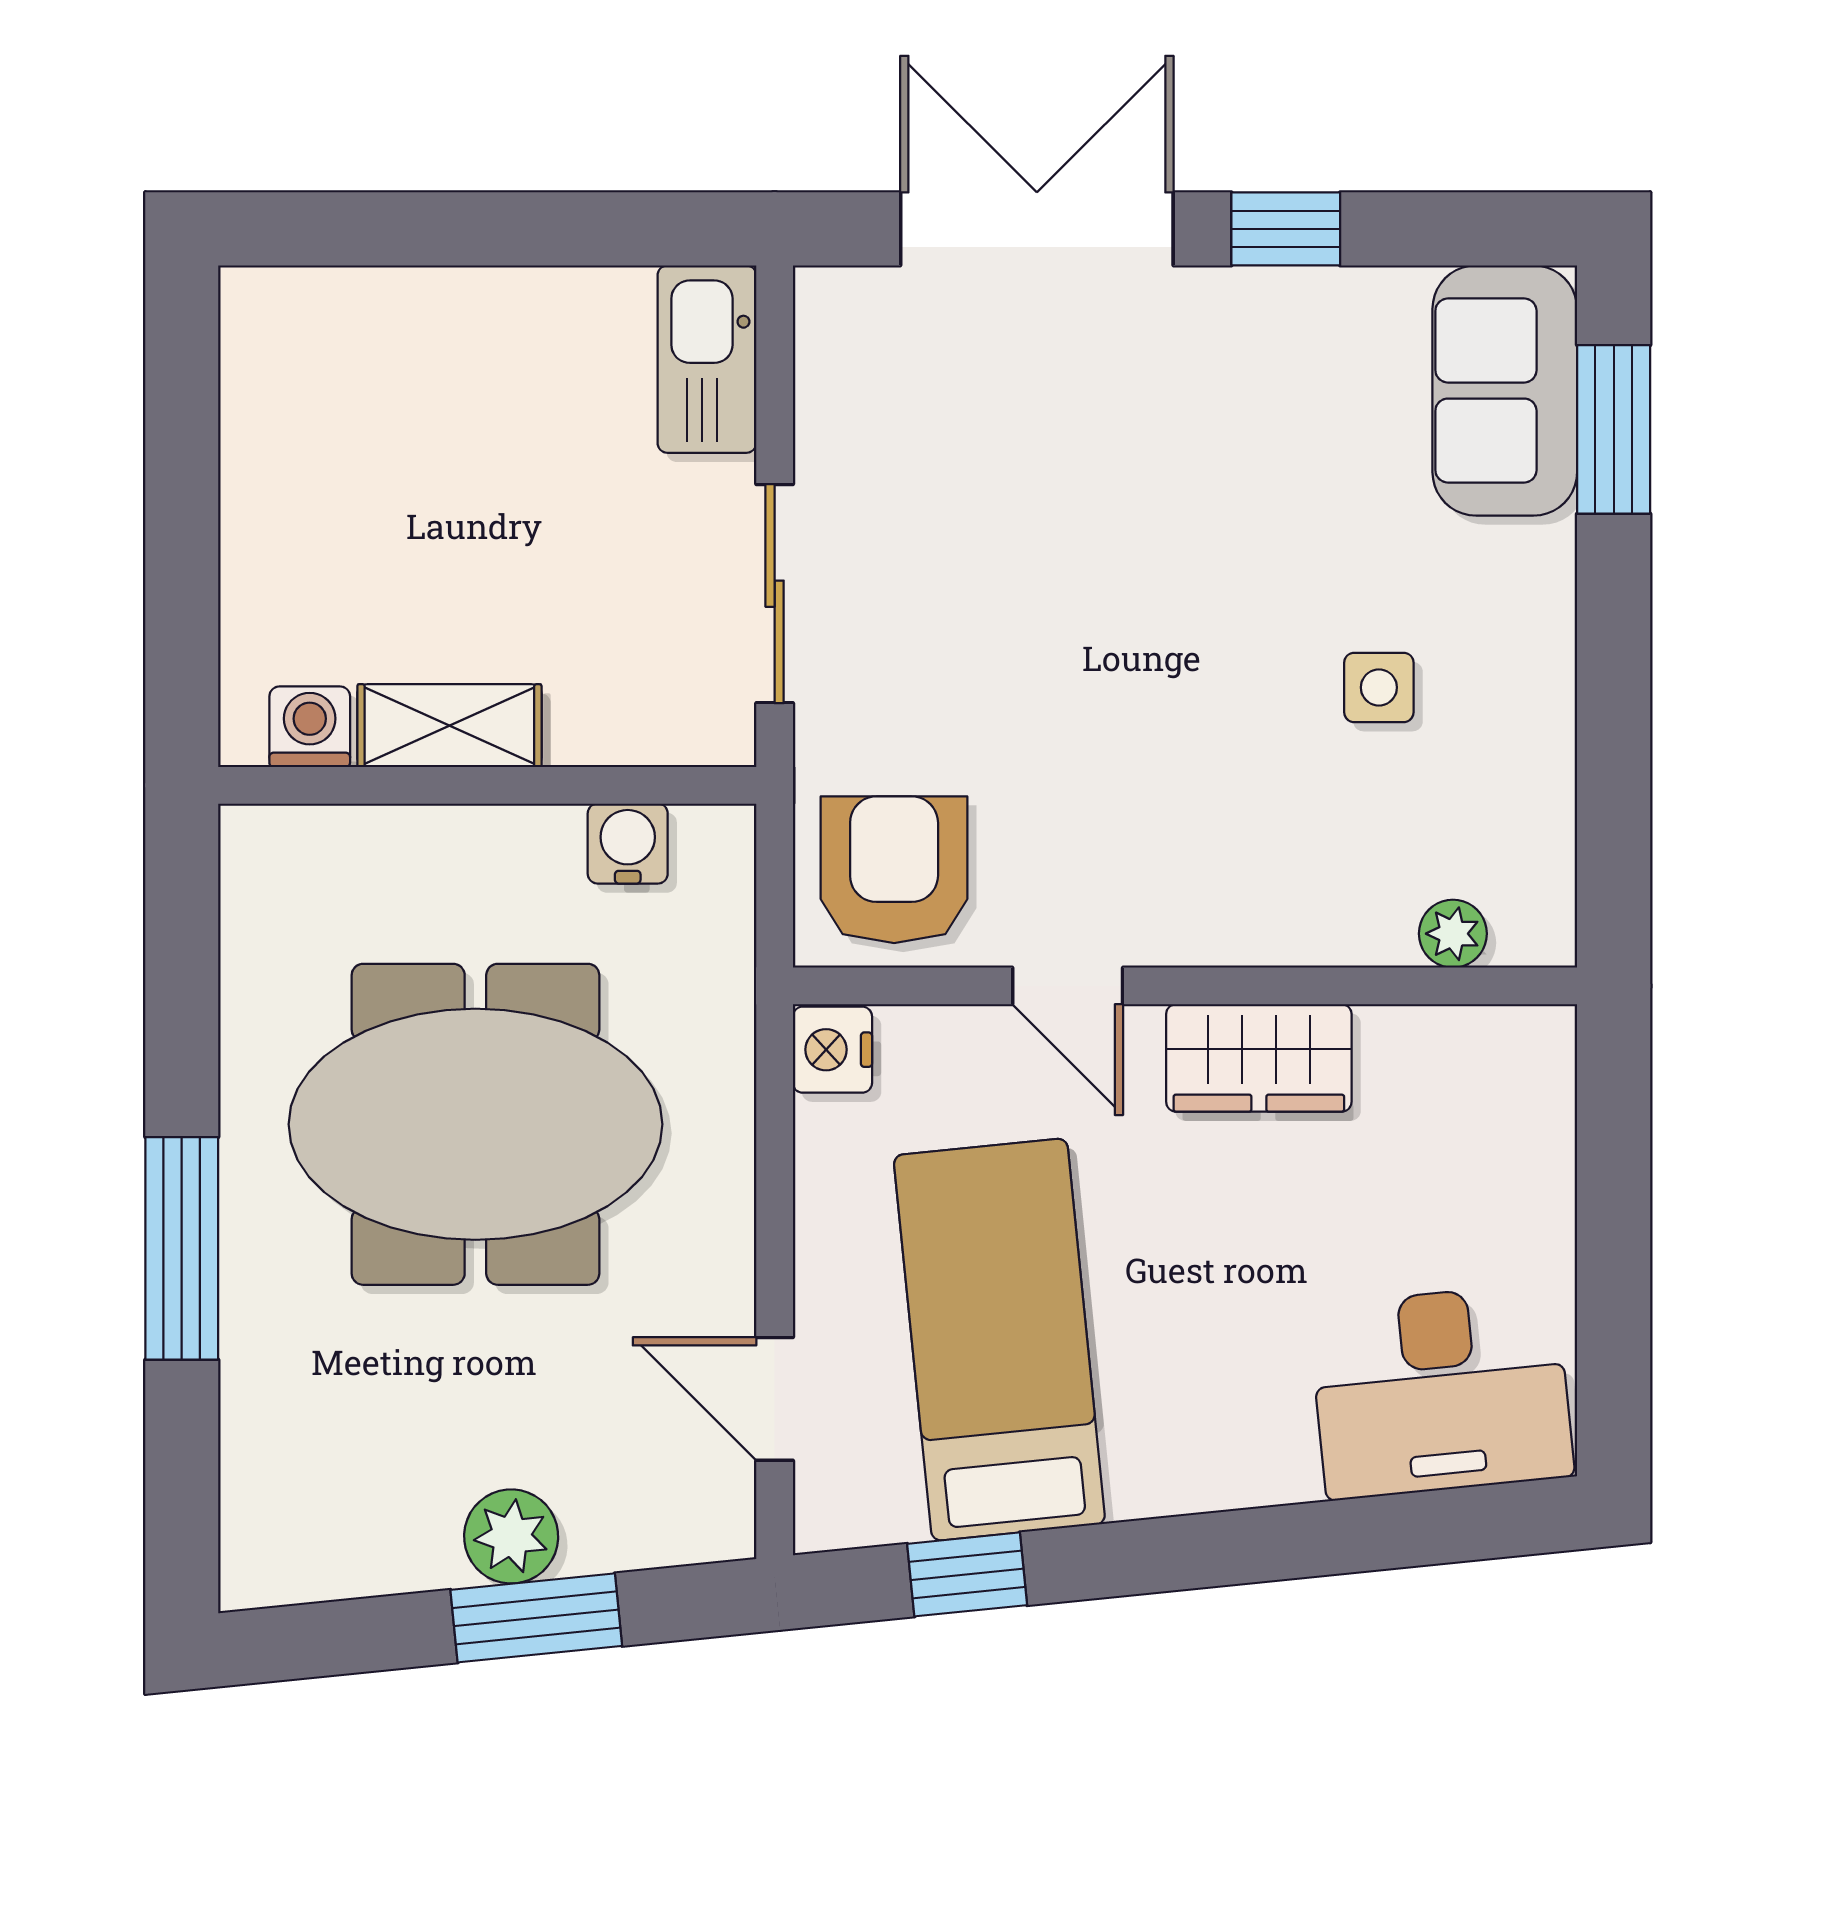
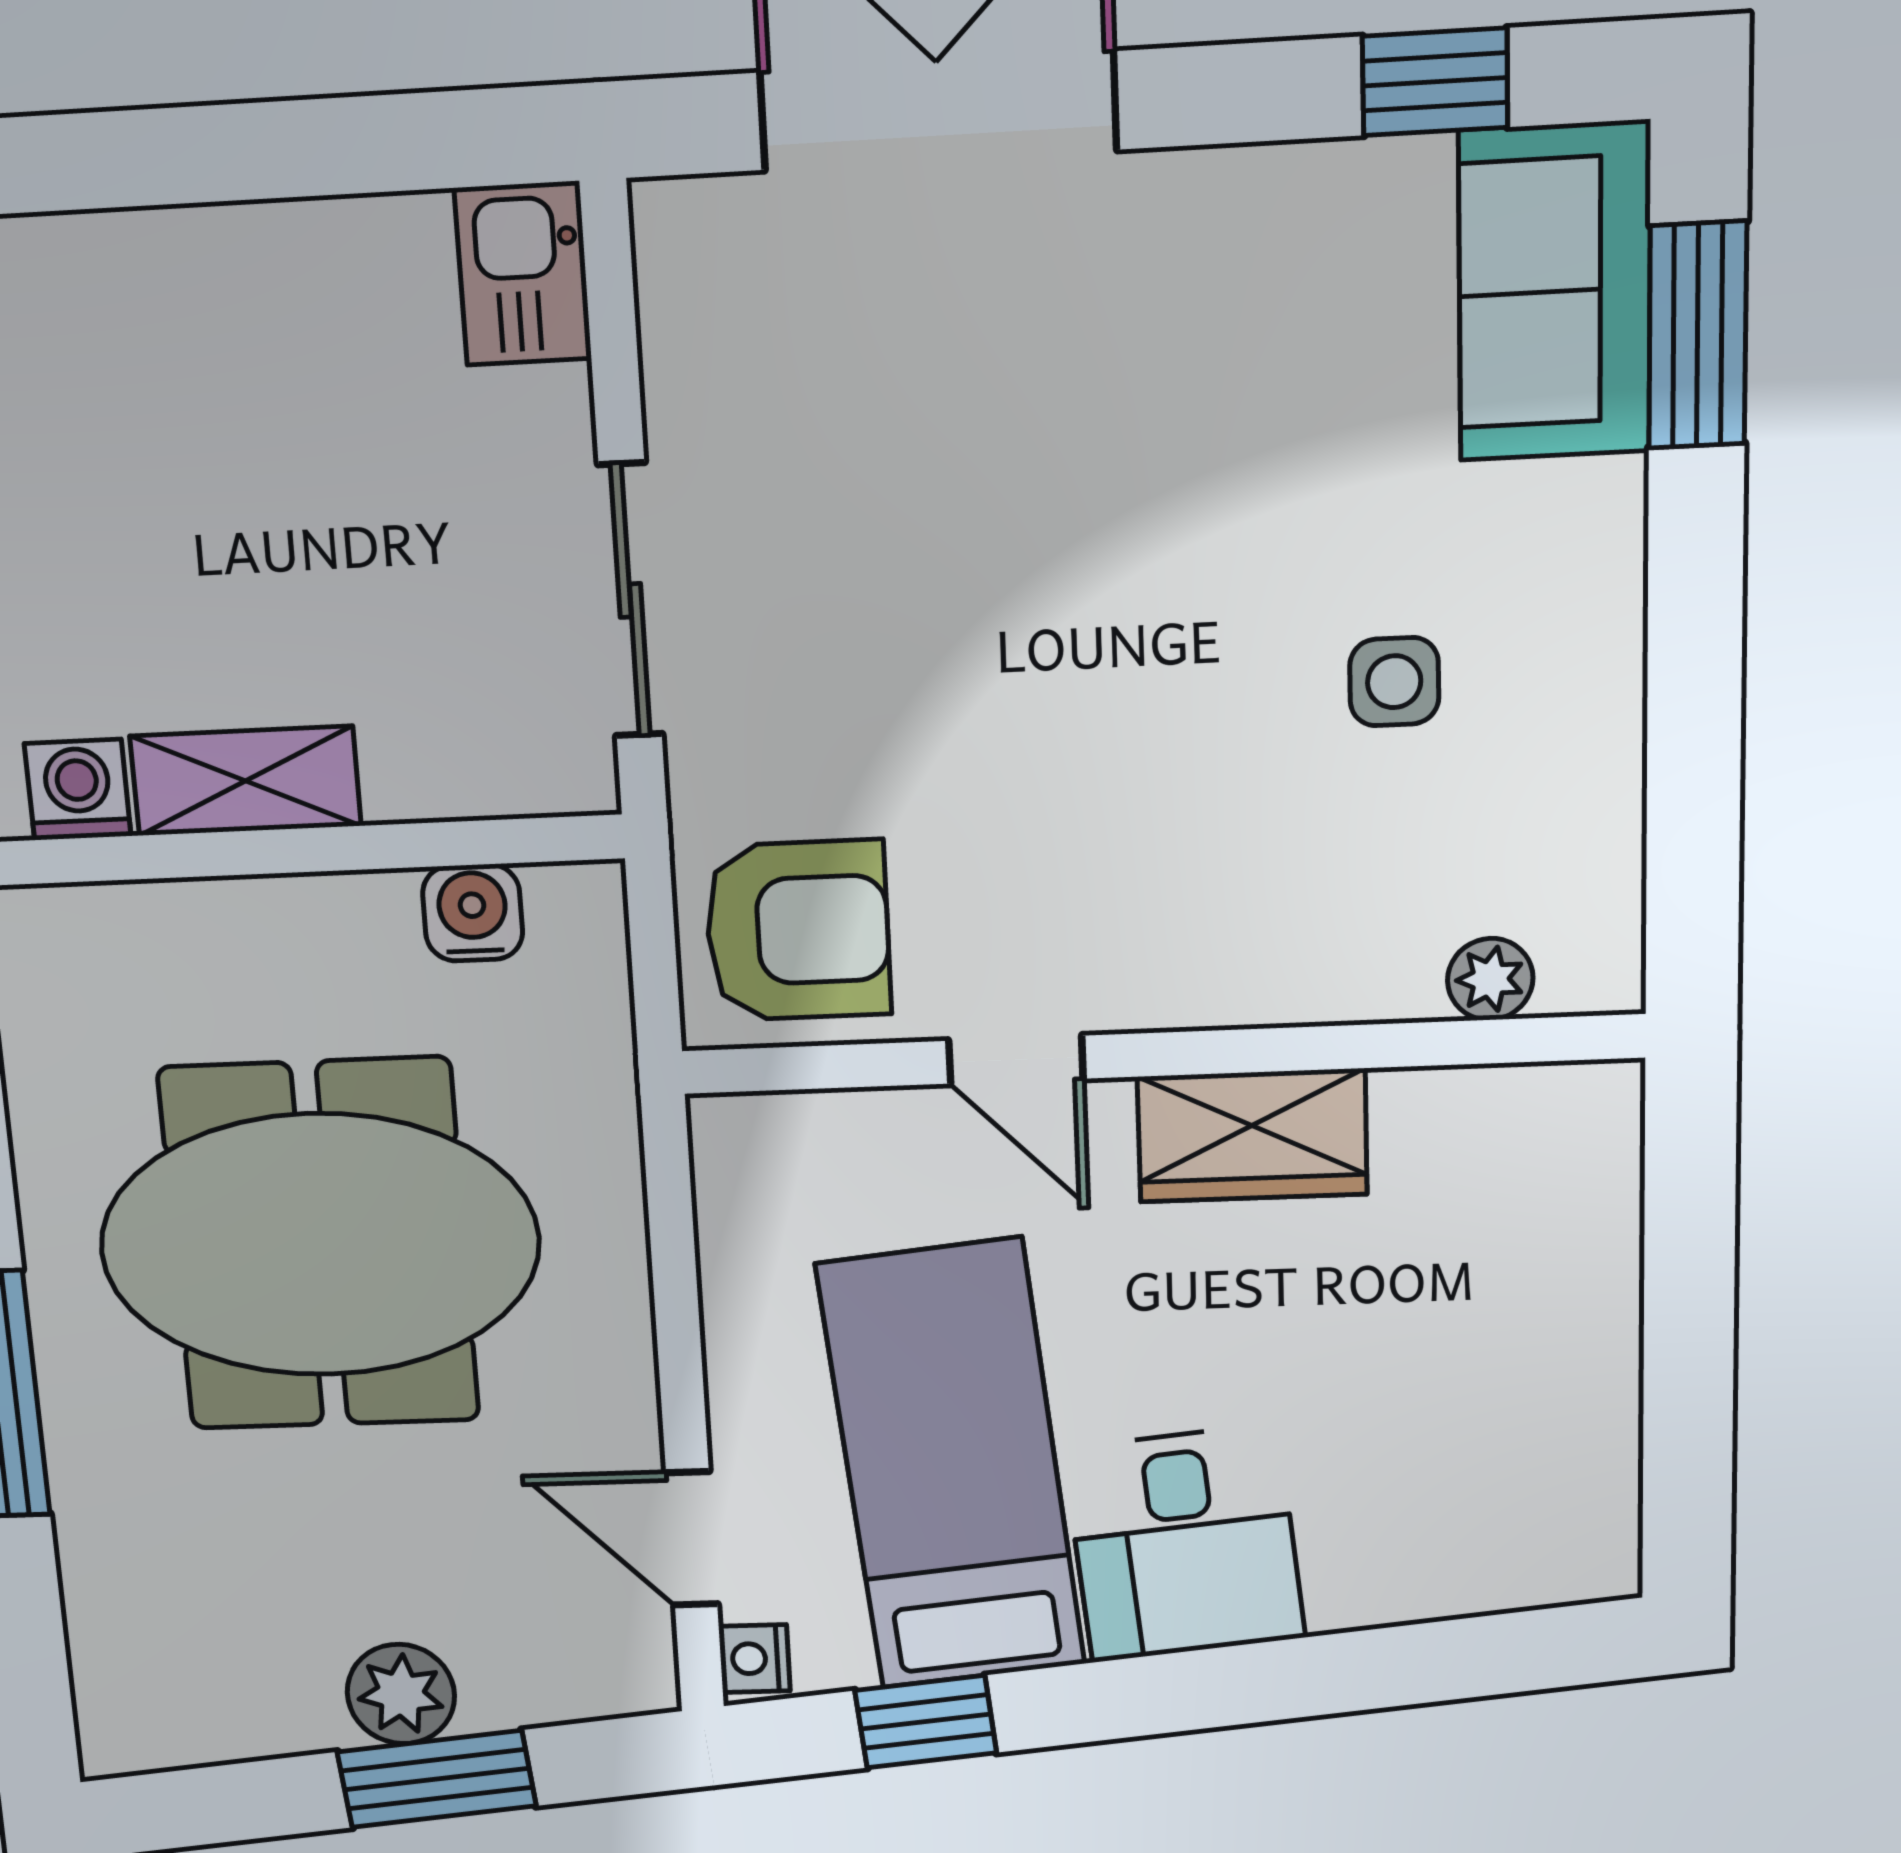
window: (1286, 229) -> (1435, 82), moved
kitchen sink: (707, 359) -> (523, 274), width x0.73
armchair: (894, 870) -> (798, 930), turned 90
nightstand: (832, 1050) -> (754, 1659), moved, width x0.72, depth x0.74
desk: (1441, 1391) -> (1184, 1544), moved, width x0.73

